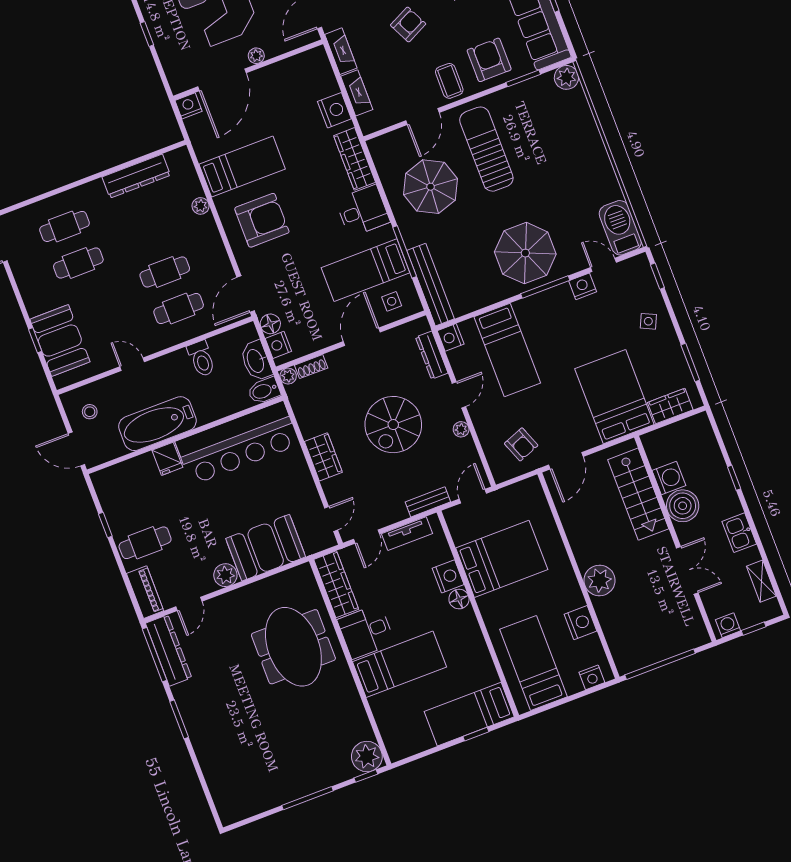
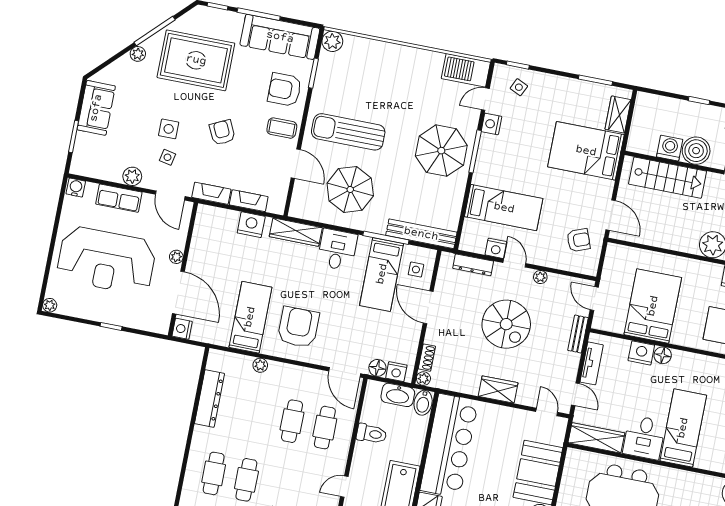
side table: (648, 321) -> (519, 87), moved
nightstand: (451, 337) -> (496, 248), moved

